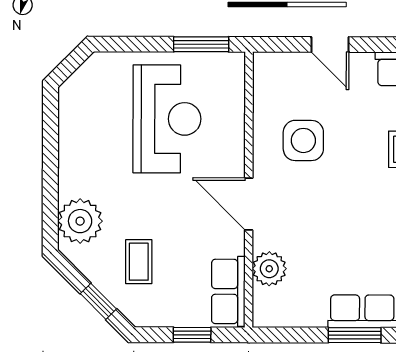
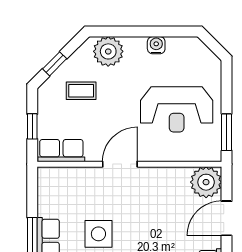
door: (330, 45) -> (227, 218), width x1.38
side table: (303, 140) -> (98, 234), moved
water cooler: (71, 149) -> (156, 45), added
plant: (269, 269) -> (206, 182), moved, width x1.36, depth x1.36

